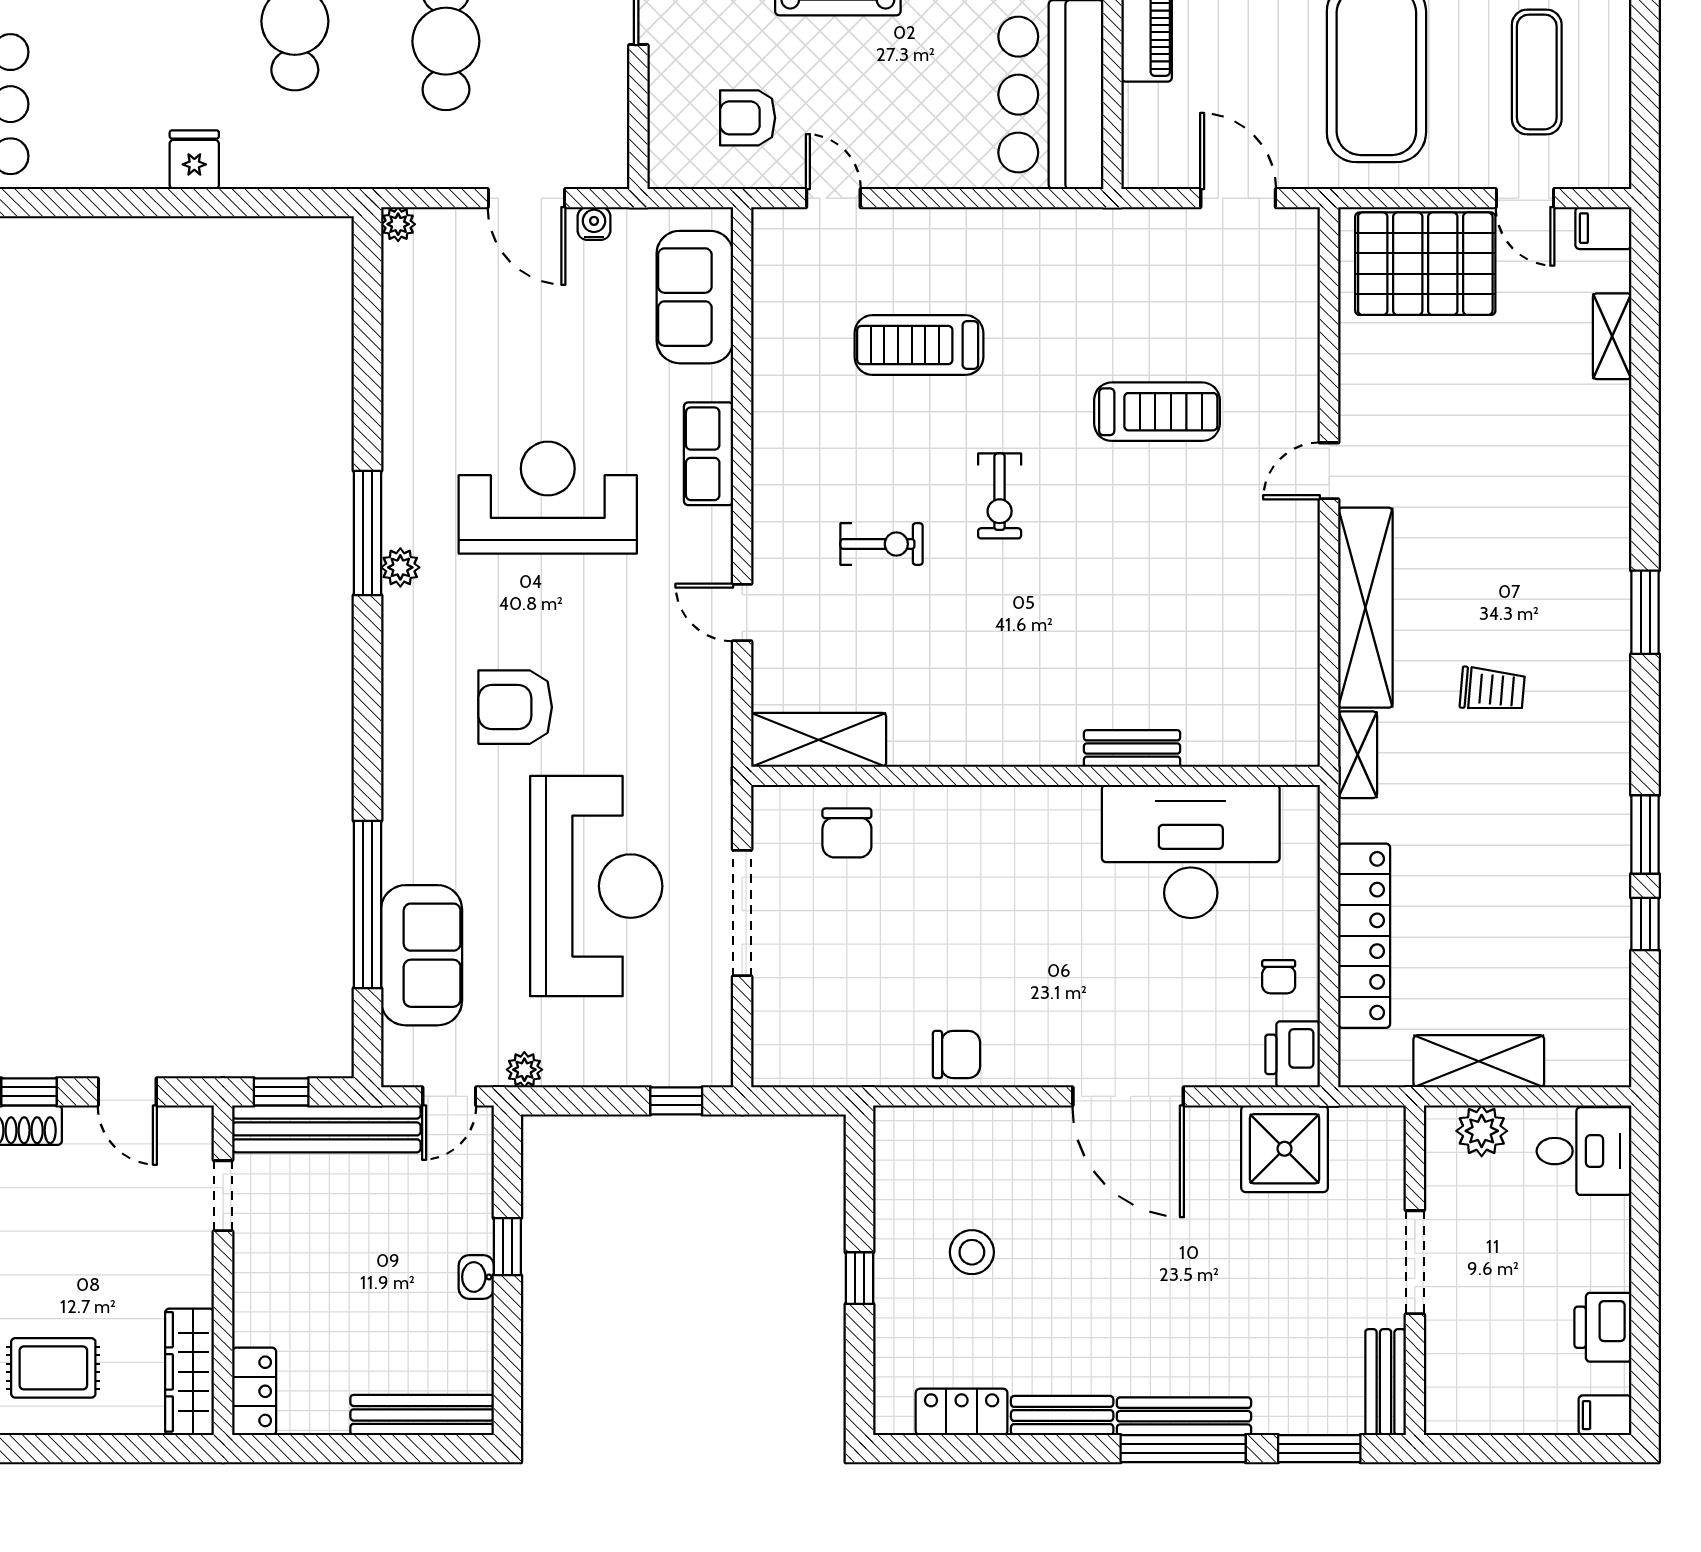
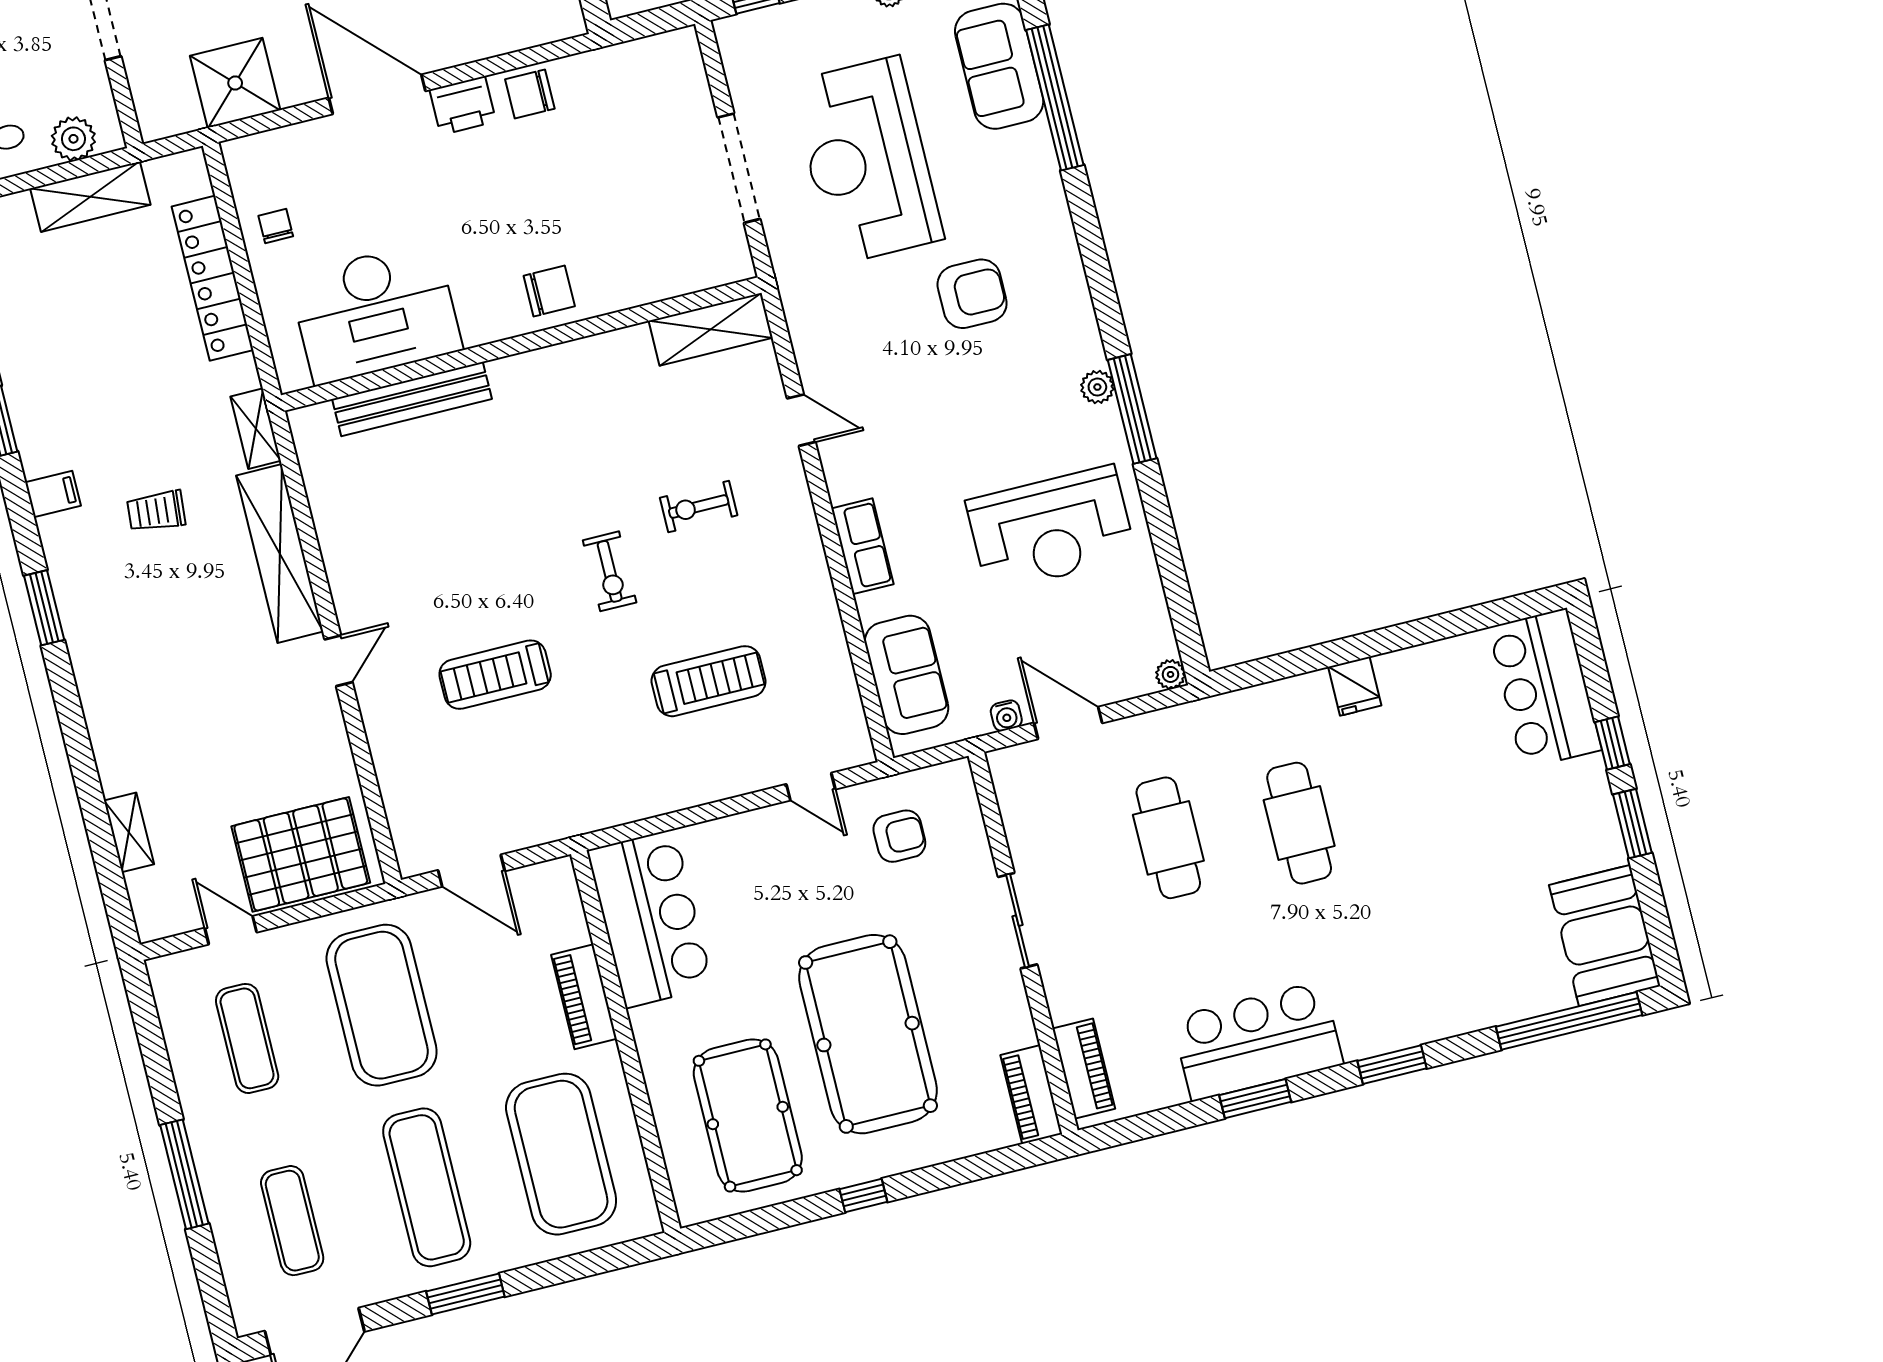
filing cabinet: (1603, 228) -> (53, 494), moved
exercise bike: (1000, 496) -> (610, 571), turned 180
reception desk: (548, 498) -> (1051, 529), moved
bench: (1132, 749) -> (412, 399), width x1.86, depth x1.21
chair: (847, 833) -> (549, 291), moved, turned 90
printer: (1293, 1054) -> (463, 106), moved, turned 90

